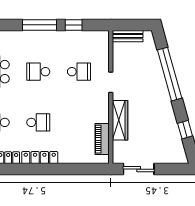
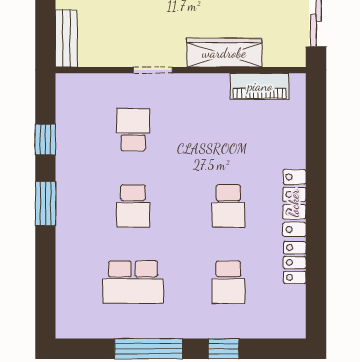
window: (40, 25) -> (45, 204), width x0.69
school desk: (38, 122) -> (228, 206), turned 180

